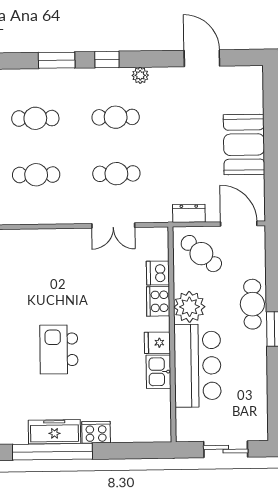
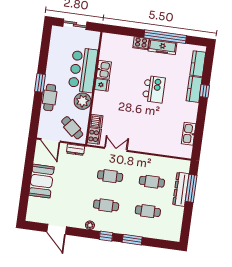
cooker: (158, 301) -> (94, 136), moved

